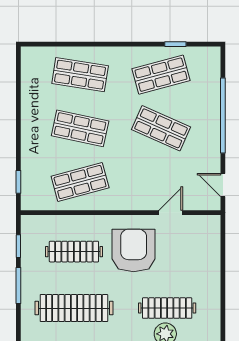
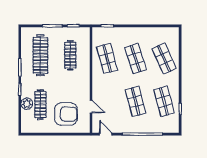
shop shelf: (80, 75) -> (164, 59), turned -33
shop shelf: (80, 128) -> (136, 59), turned -30
shop shelf: (161, 128) -> (136, 101), turned -39
door: (223, 185) -> (106, 134), hinge flipped
armchair: (134, 250) -> (66, 114), moved

